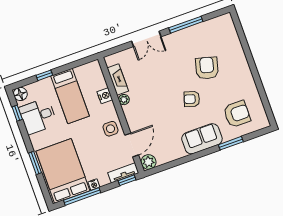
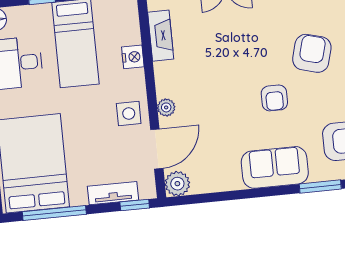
armchair: (192, 99) -> (274, 98), turned -107
plant: (124, 100) -> (166, 107), moved
tv unit: (123, 173) -> (113, 193), moved
nightstand: (94, 184) -> (79, 198), removed

